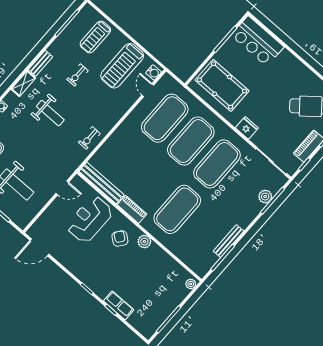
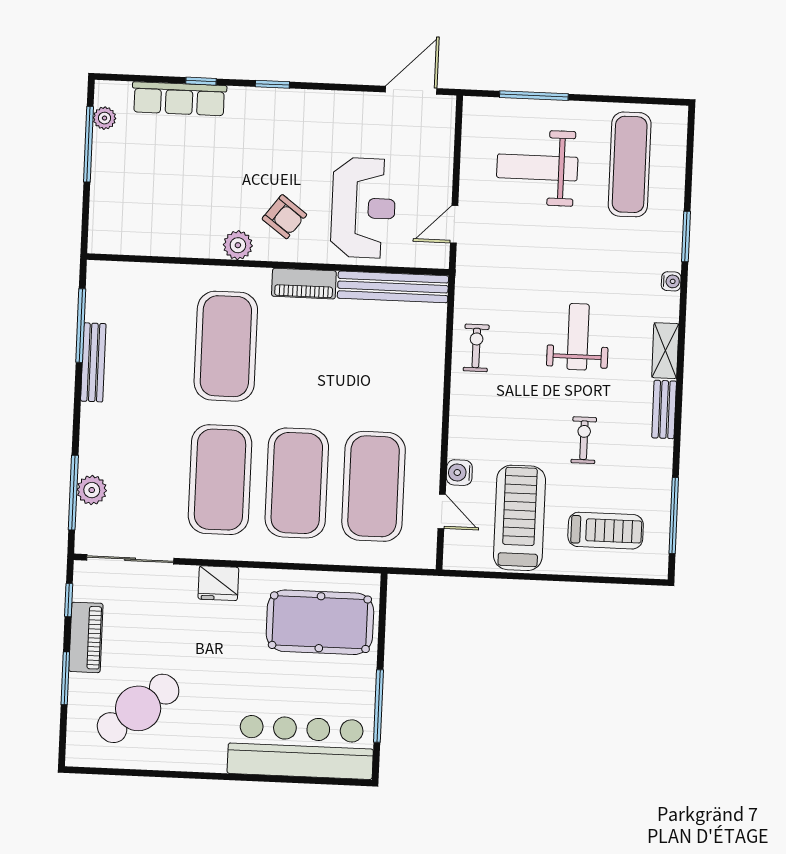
treadmill: (95, 37) -> (606, 531), turned 90
bar counter: (257, 41) -> (301, 747), width x1.36
water cooler: (154, 73) -> (459, 473), moved
weight bench: (50, 113) -> (578, 337), turned 90
plant: (191, 284) -> (105, 118), moved
row of seats: (119, 305) -> (179, 99), width x1.48

